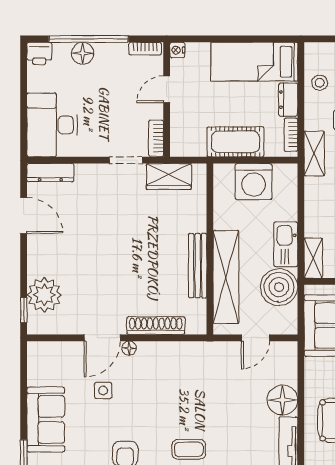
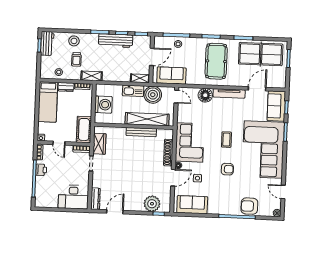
printer: (39, 53) -> (41, 170), moved
floor lamp: (83, 53) -> (41, 181), removed
cot: (236, 142) -> (84, 129), moved
door: (102, 338) -> (173, 178), hinge flipped
door: (255, 338) -> (176, 97), moved
corner sofa: (179, 371) -> (190, 142), added
sofa: (46, 419) -> (192, 205), moved

